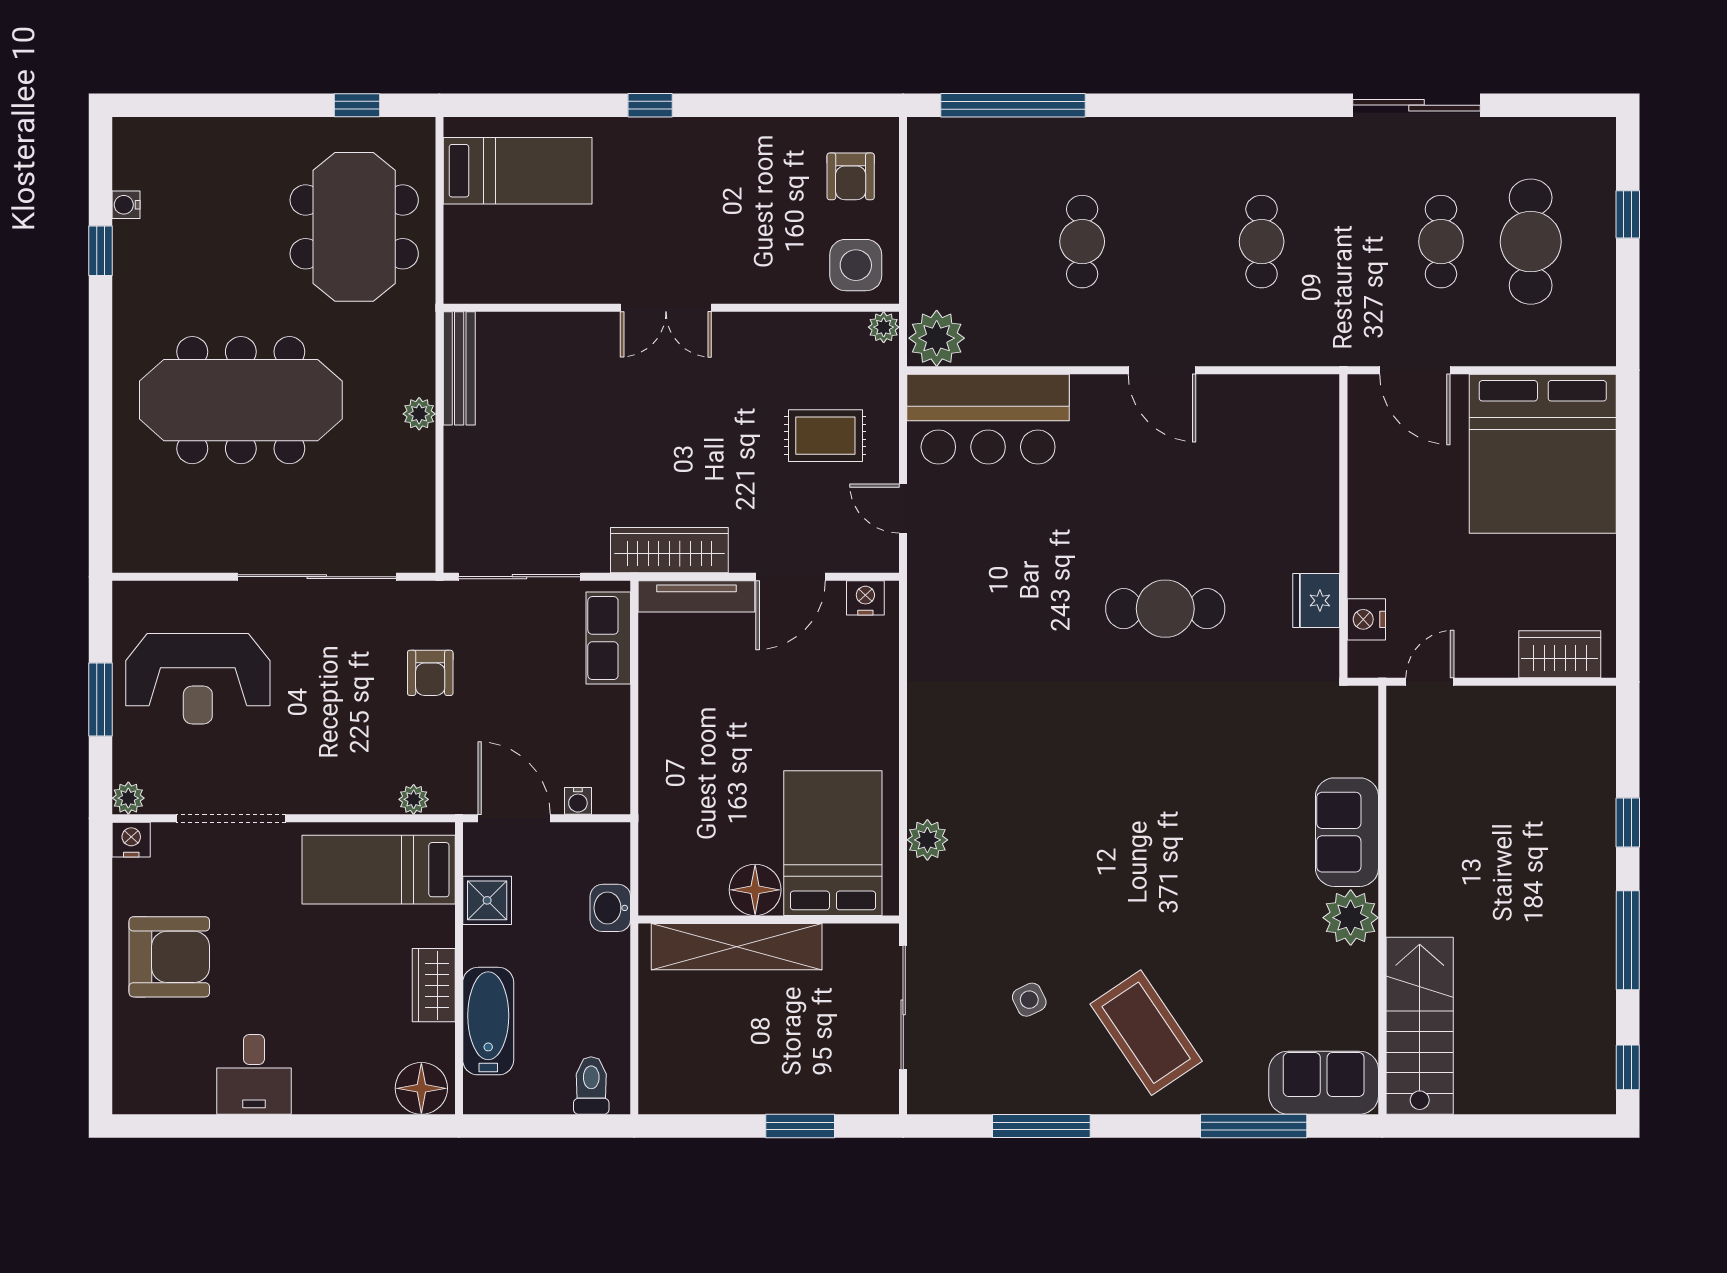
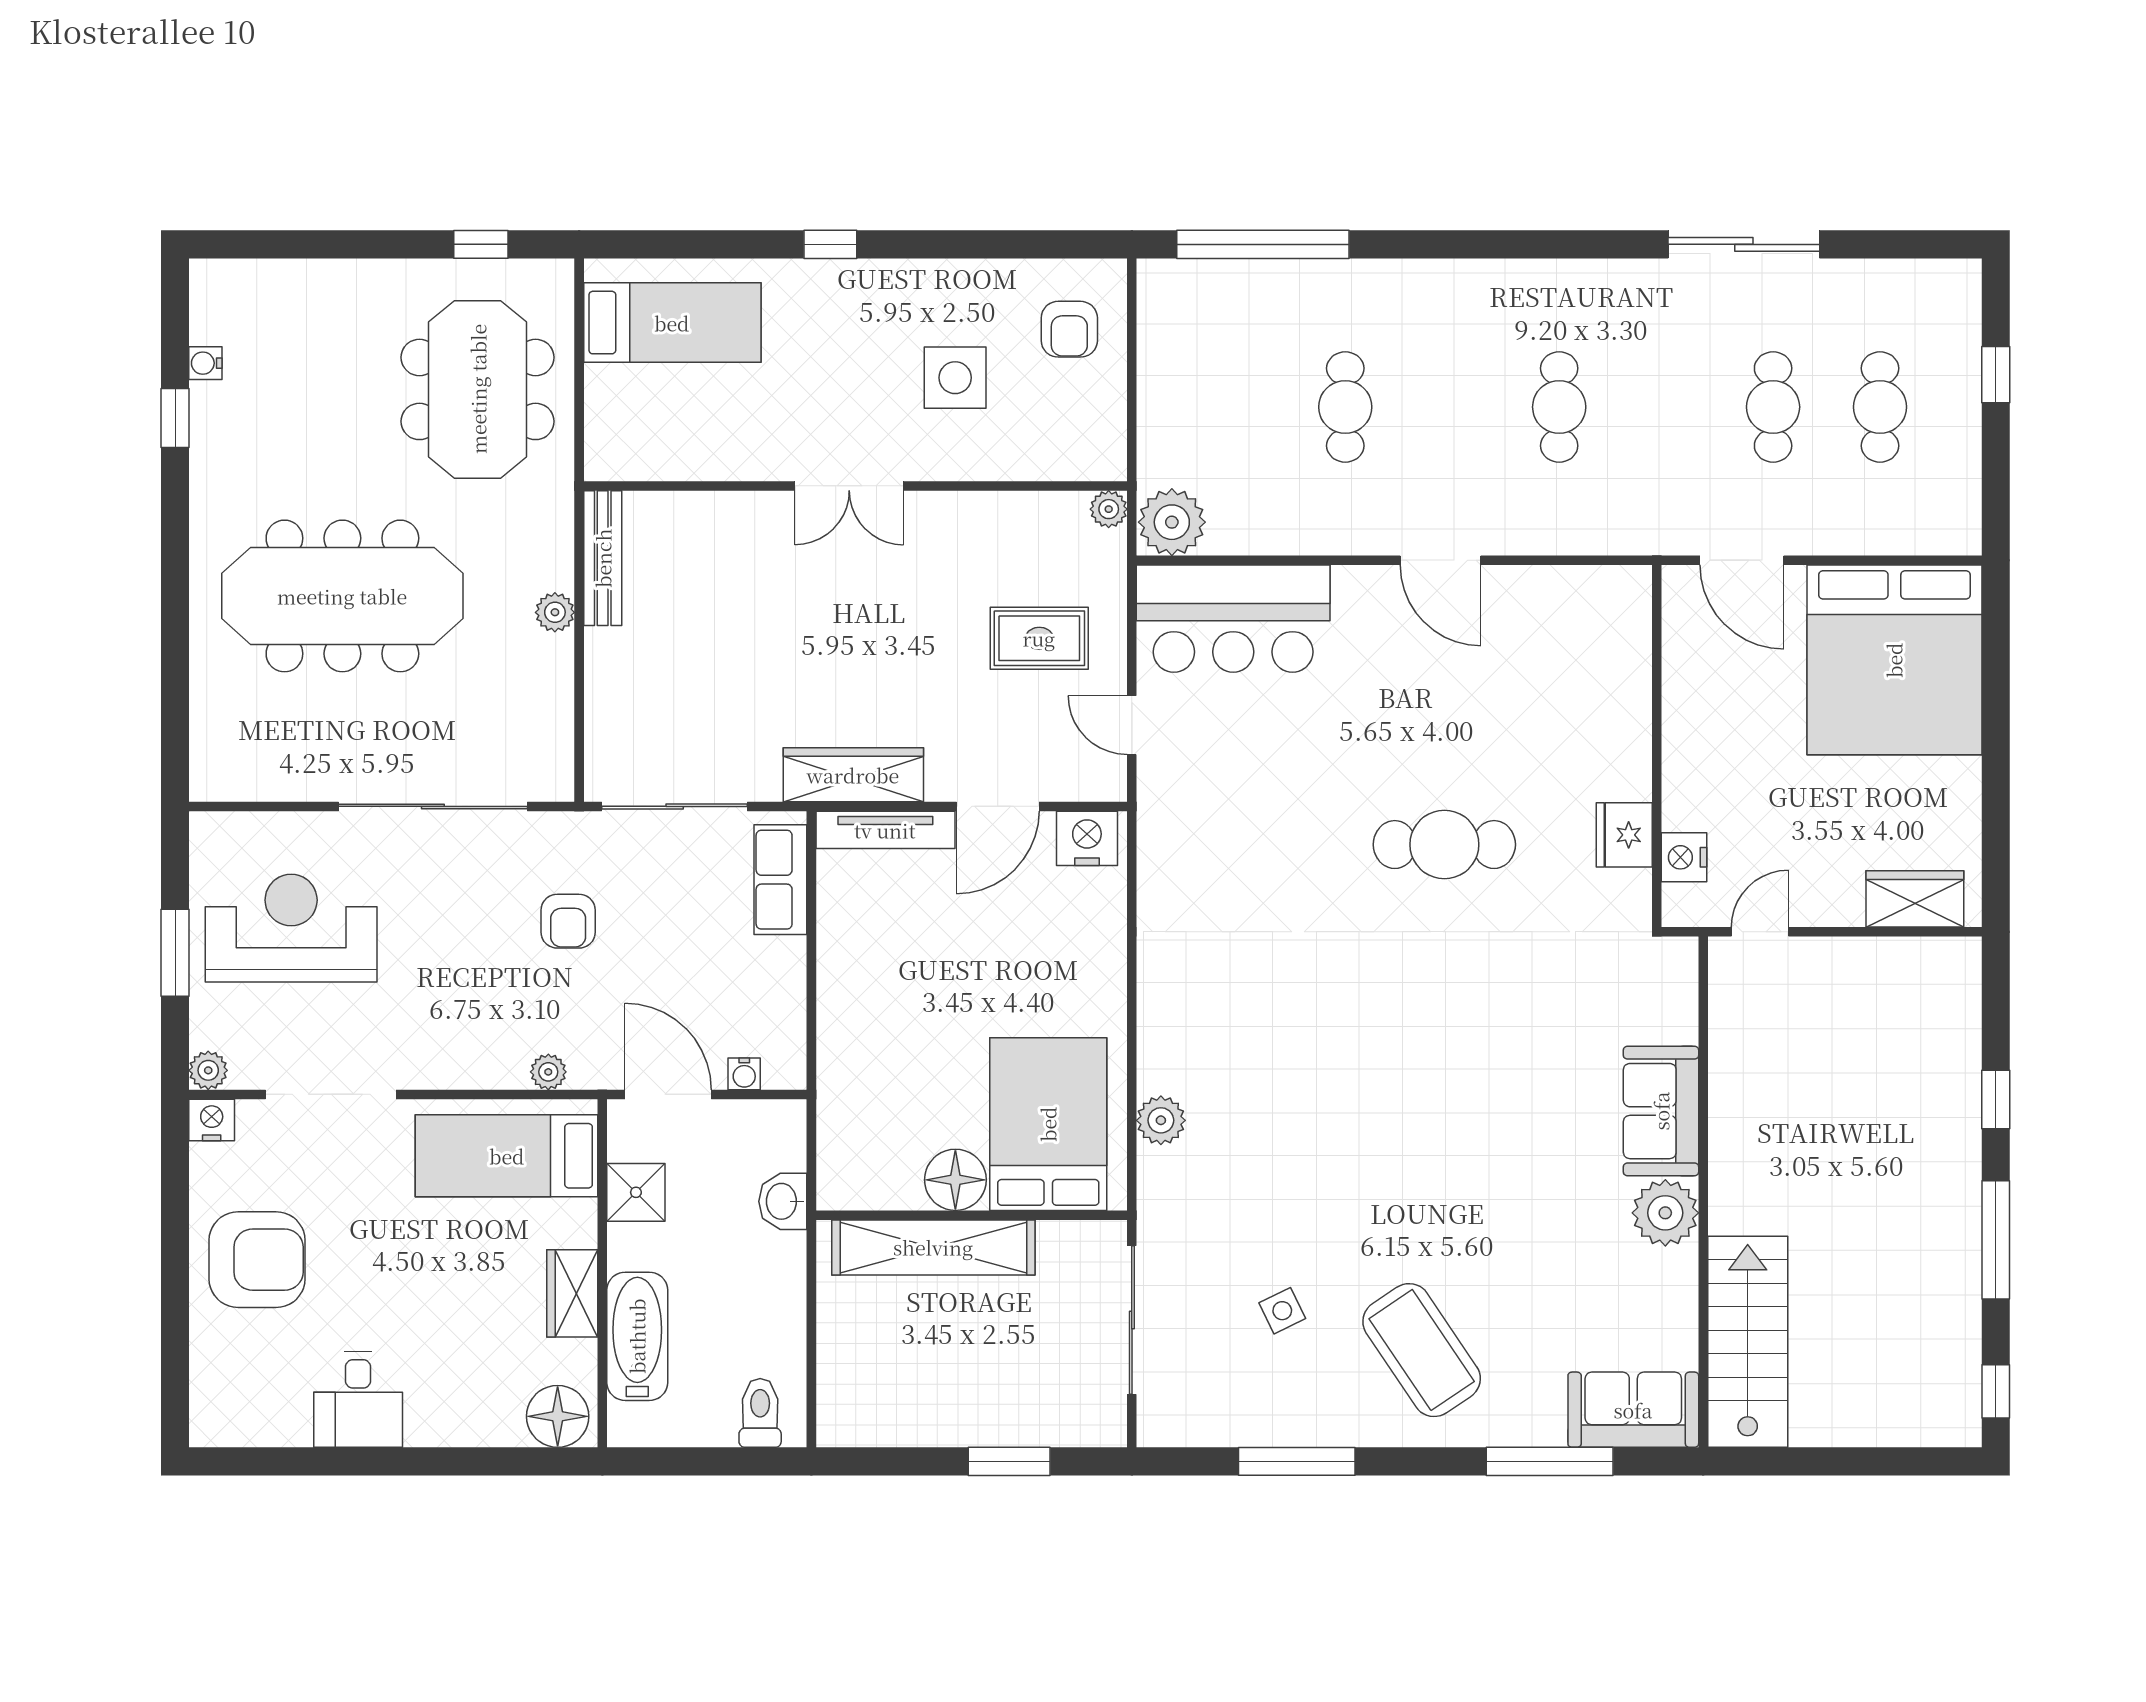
cafe table: (1531, 242) -> (1880, 407), width x0.73, depth x0.74
side table: (856, 265) -> (955, 378), moved
nightstand: (865, 598) -> (1087, 838), width x1.36, depth x1.33
reception desk: (198, 679) -> (291, 928), turned 180

